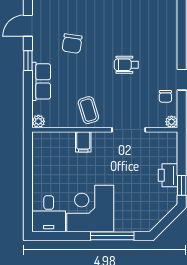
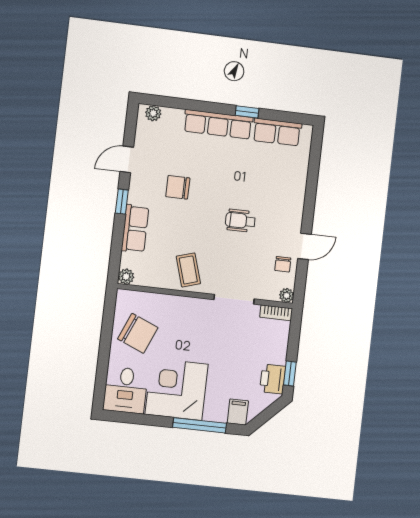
chair: (72, 44) -> (178, 187), turned 82
bookcase: (164, 137) -> (276, 313), added
filing cabinet: (83, 142) -> (238, 412), moved, turned 180
chair: (53, 166) -> (138, 333), added
printer: (168, 175) -> (273, 379), moved

